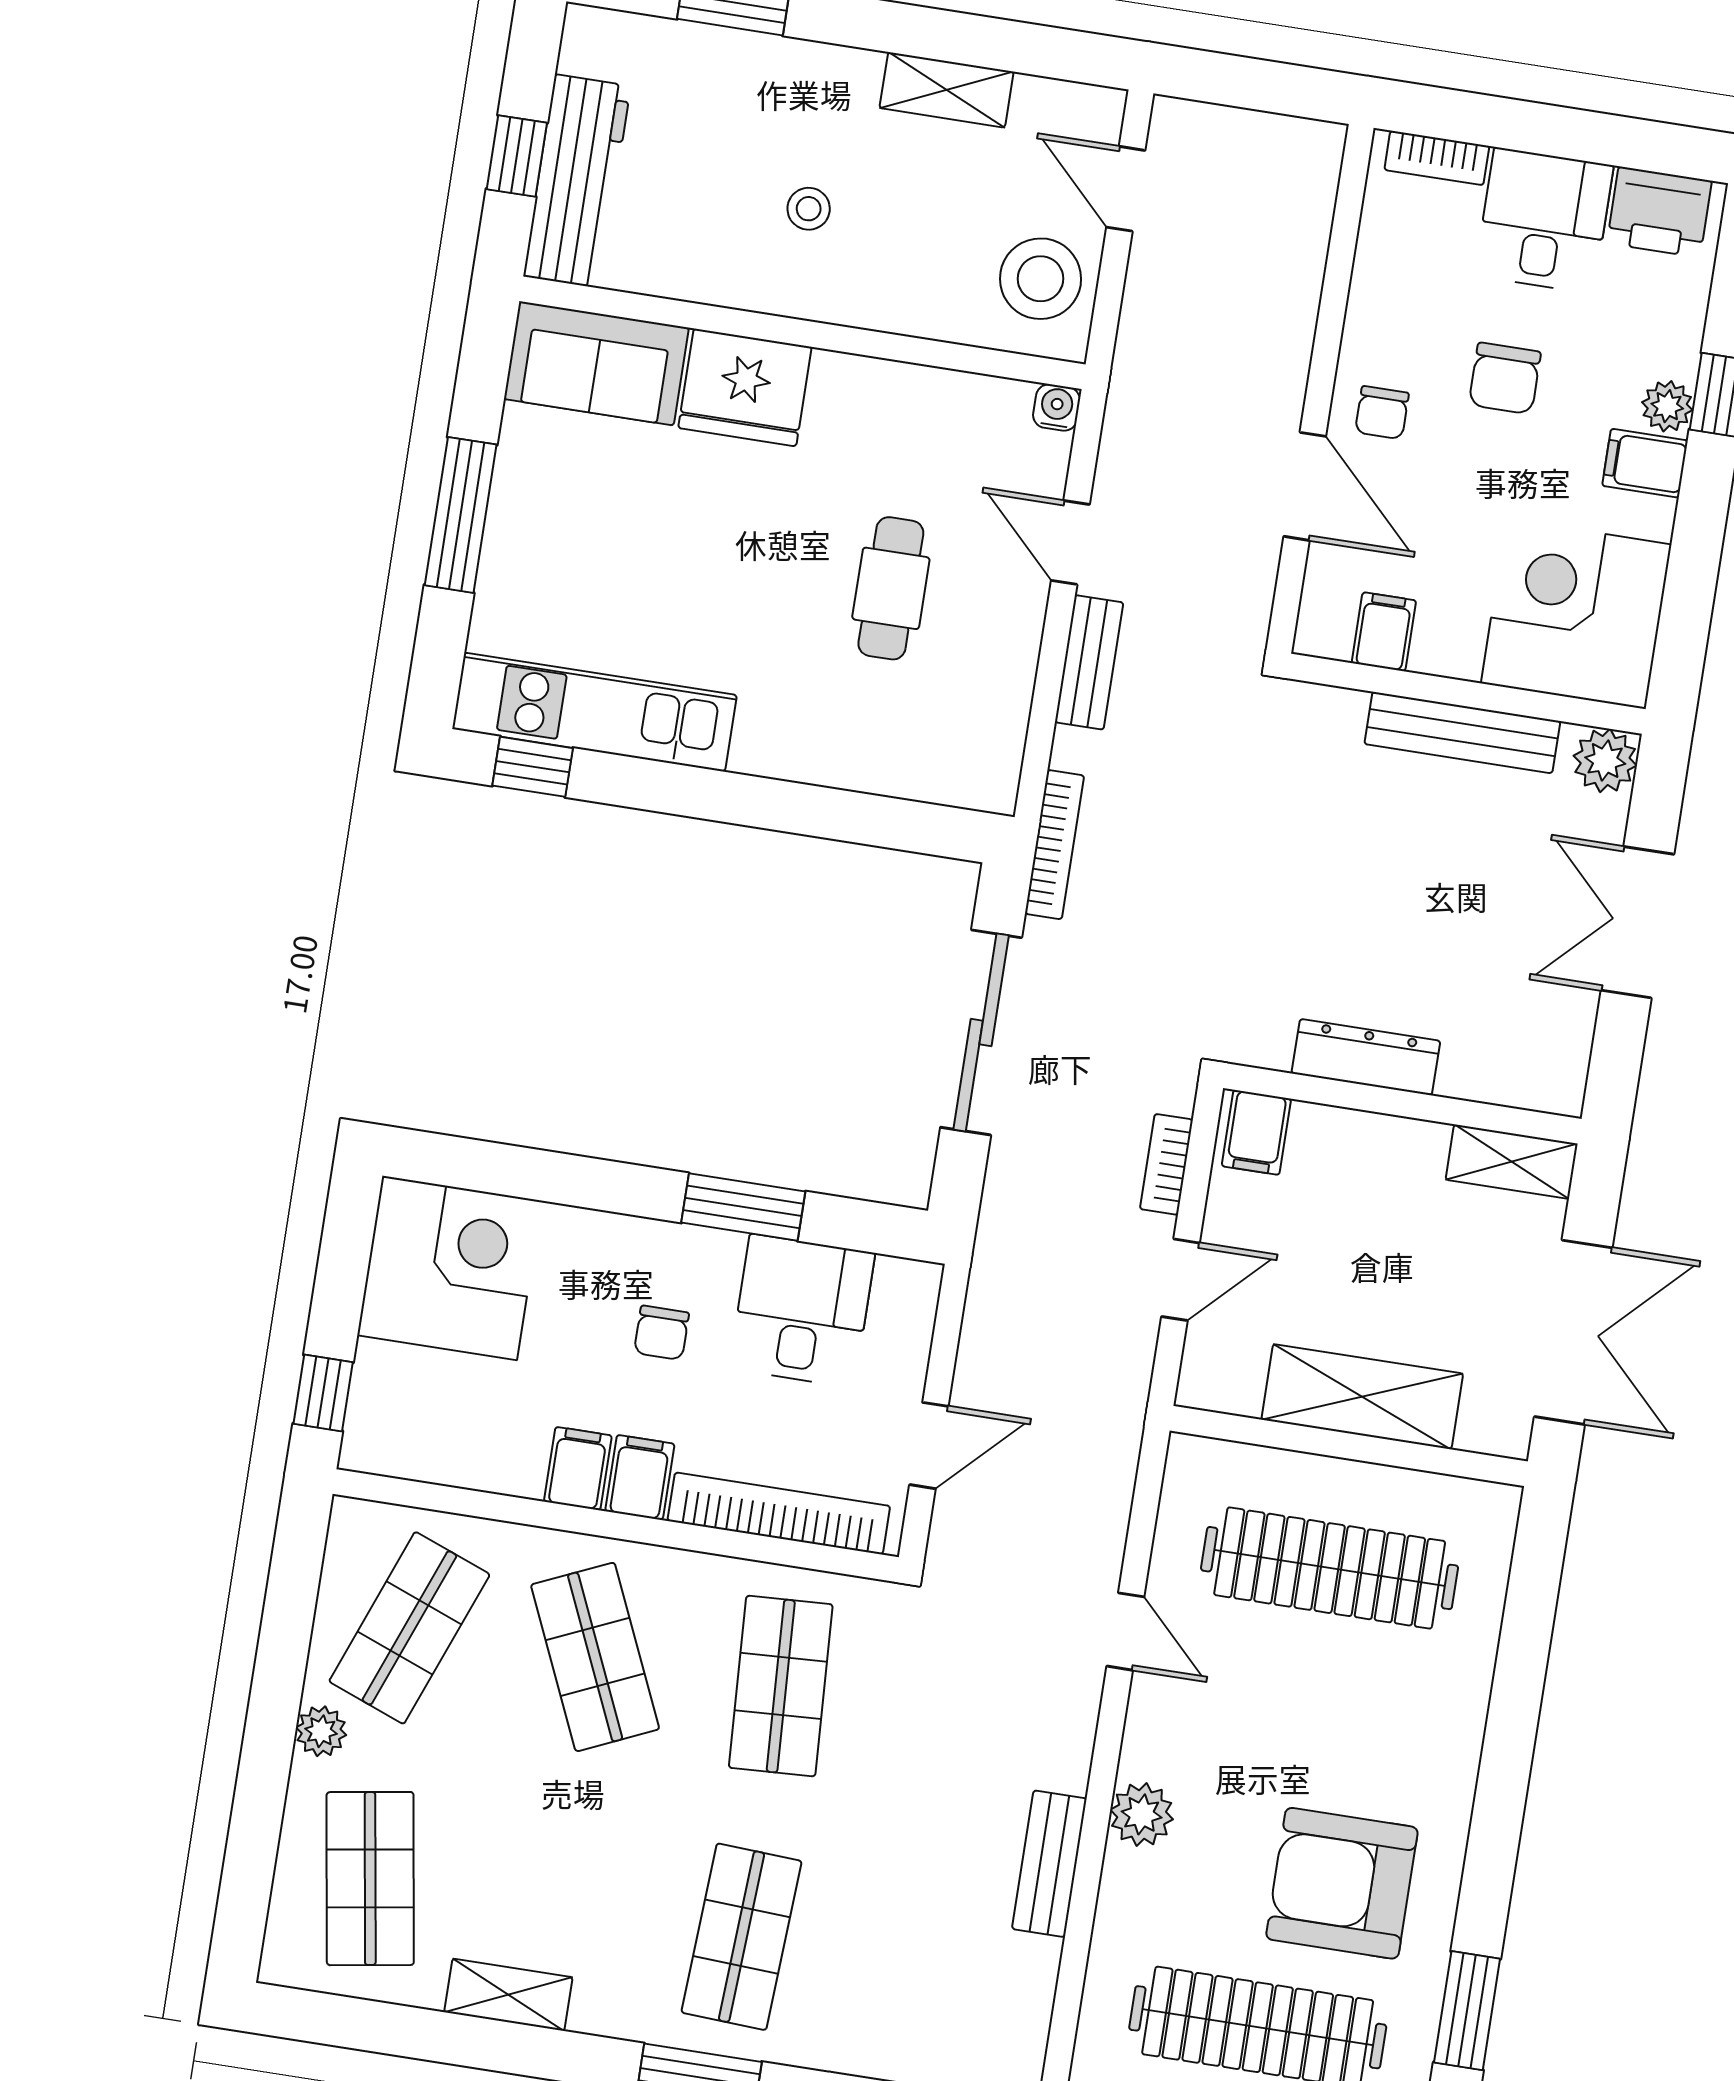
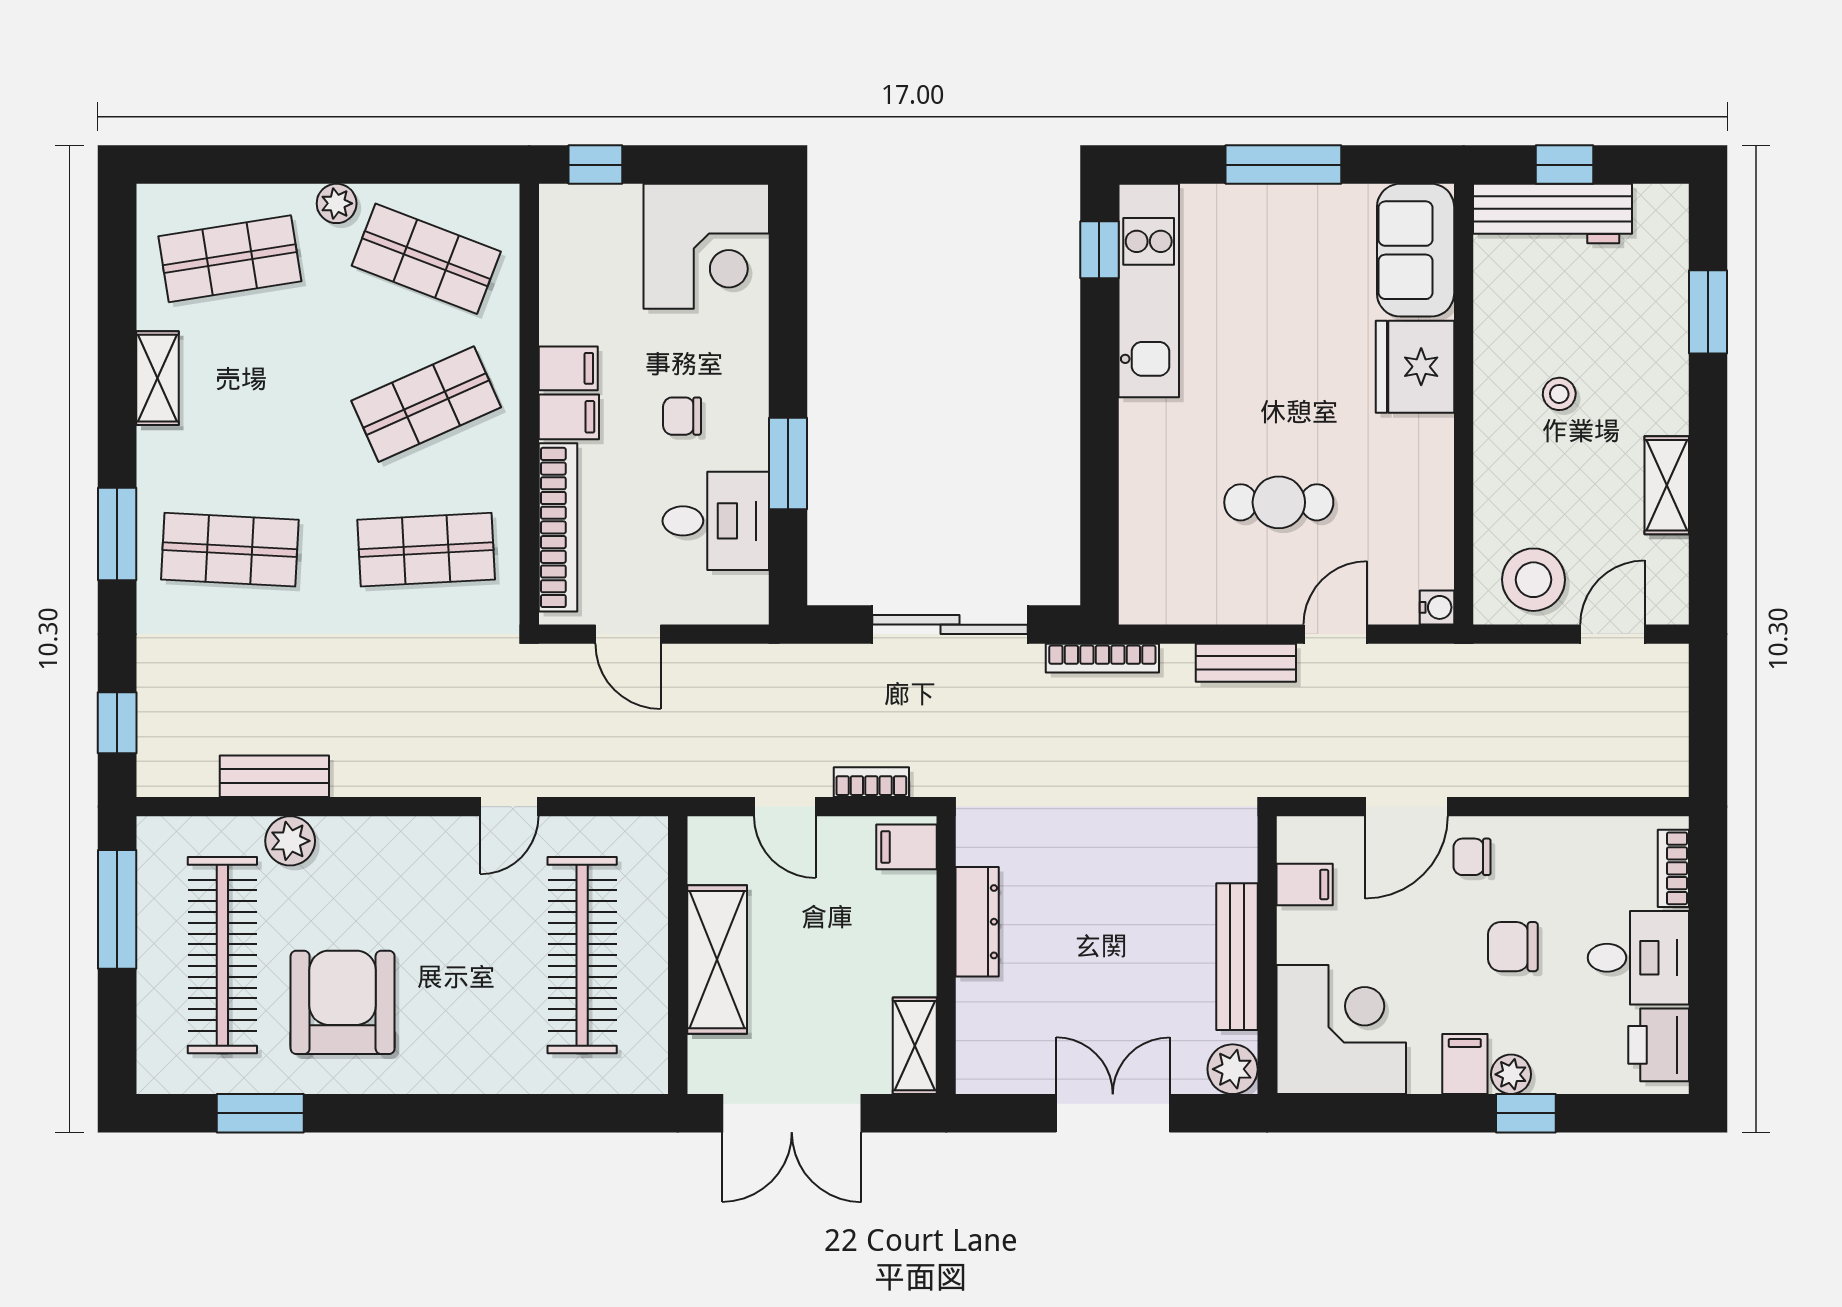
plant: (1142, 1814) -> (290, 841), moved
bench: (1049, 1864) -> (274, 776), moved

